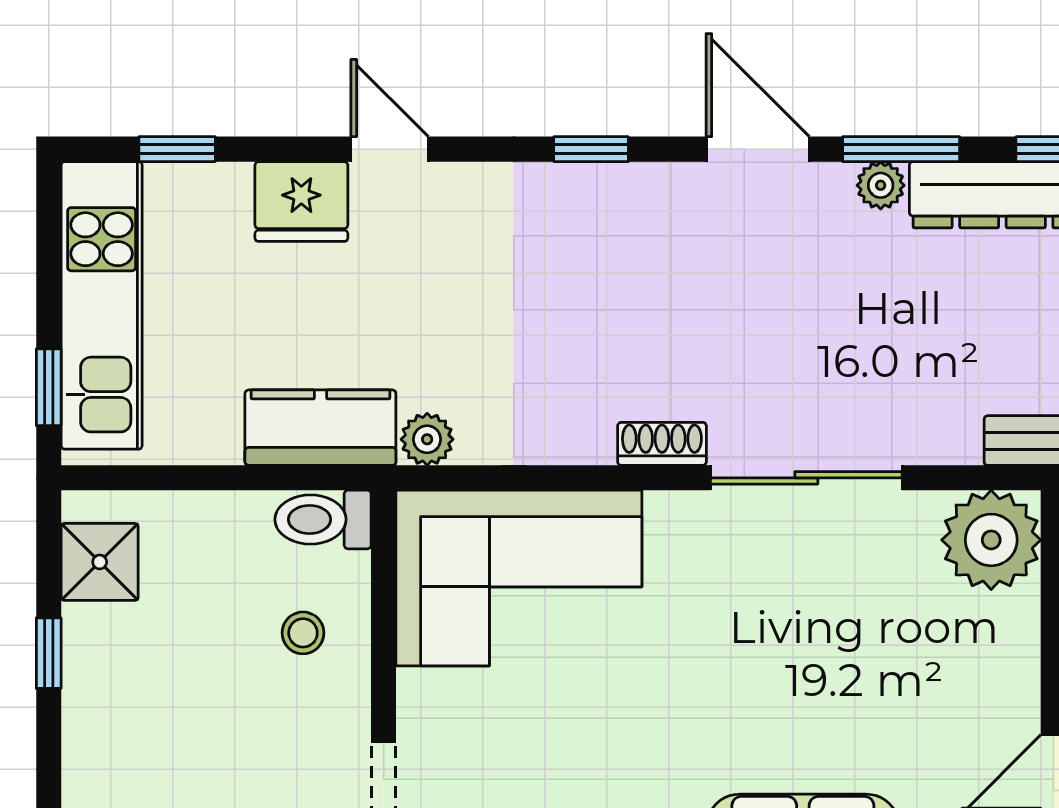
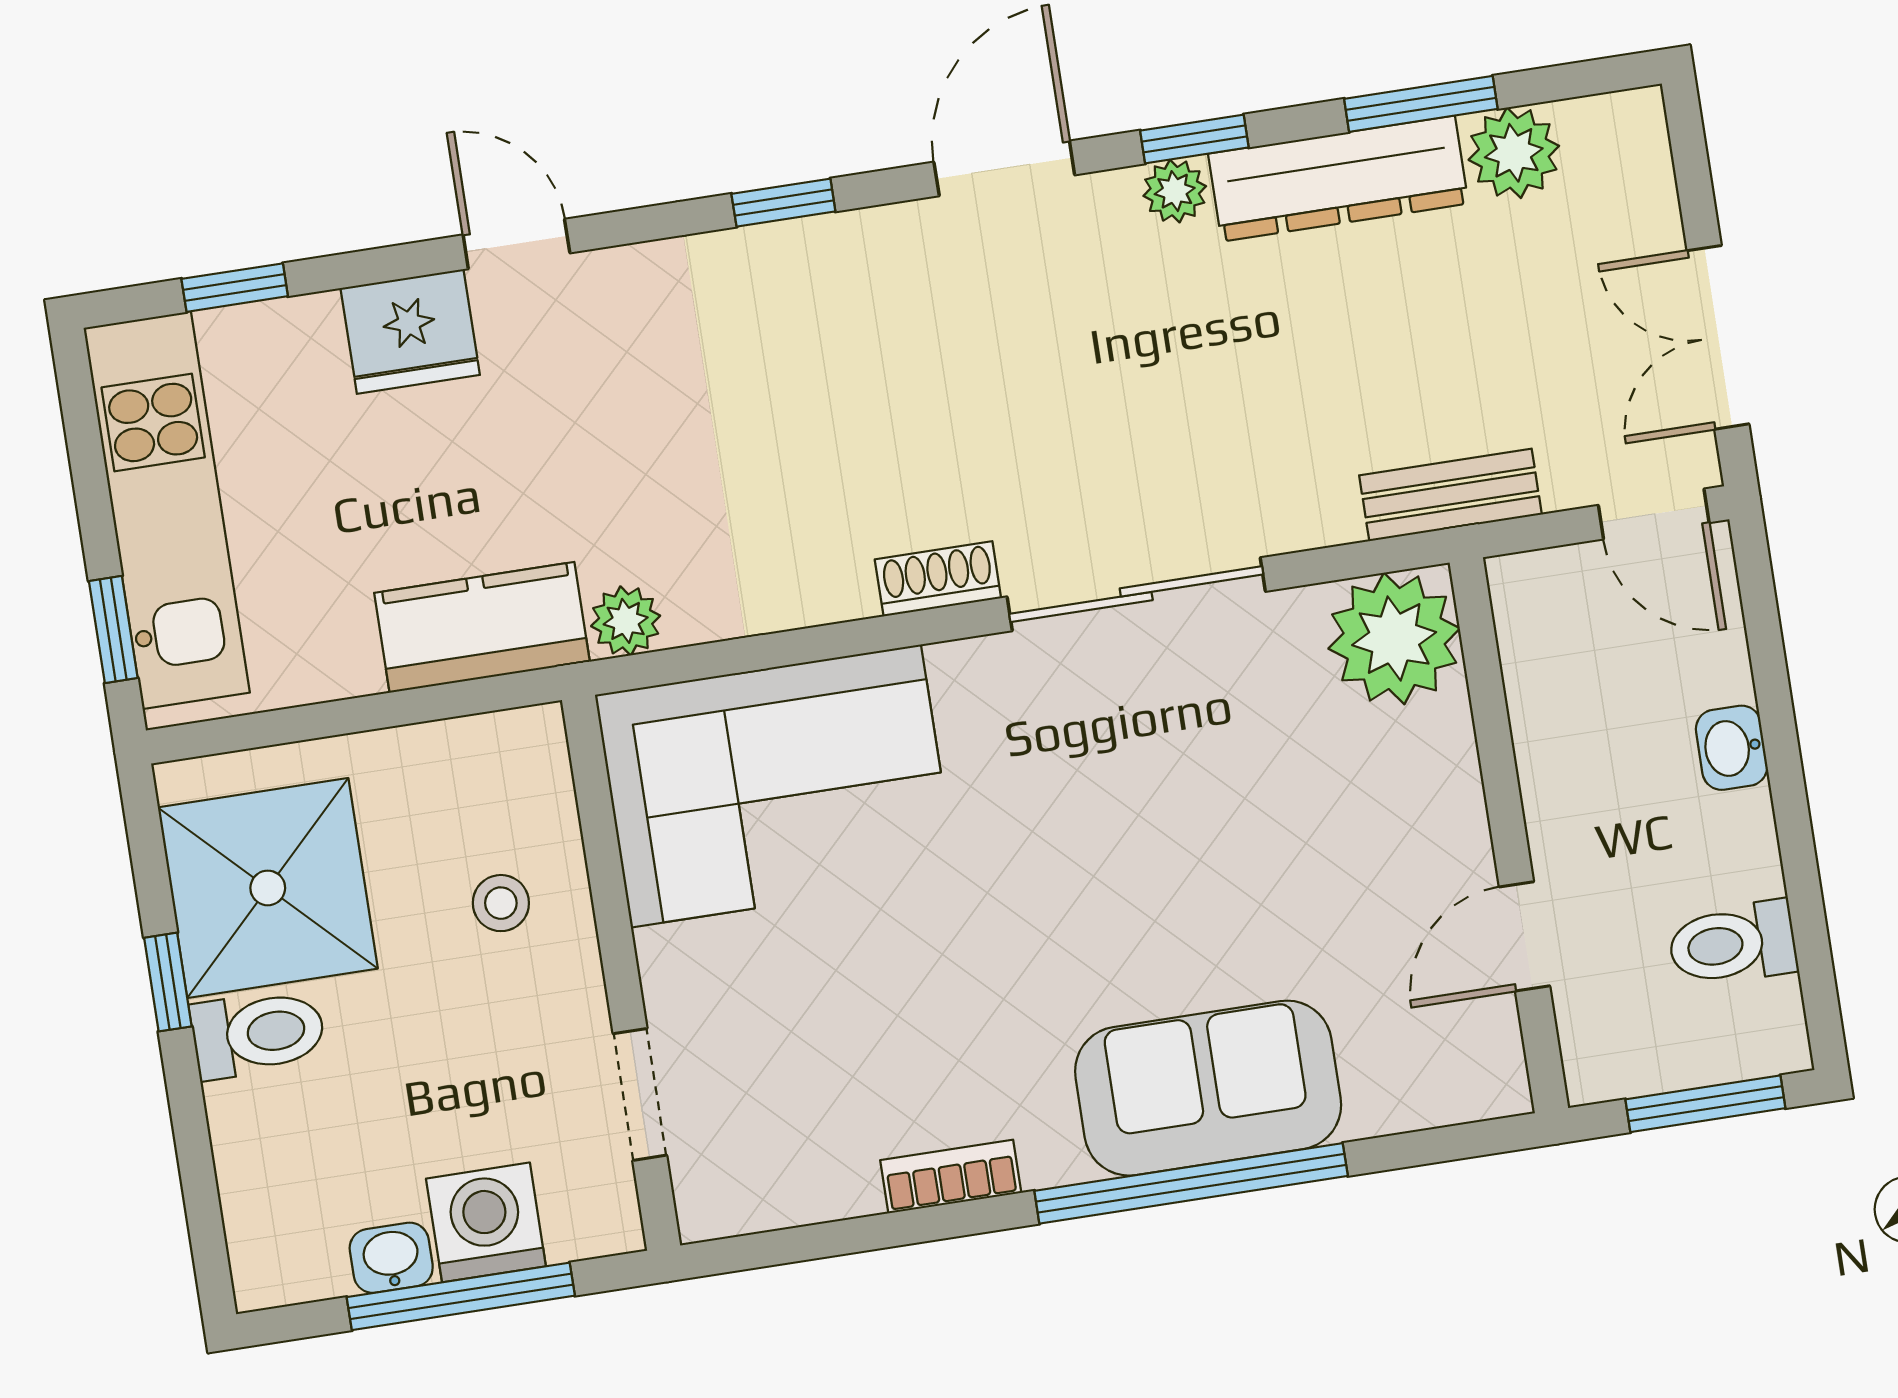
door: (758, 149) -> (1004, 168), hinge flipped
window: (901, 149) -> (1194, 139), width x0.67
toilet: (323, 519) -> (258, 1034), moved, turned 180
shower: (100, 562) -> (268, 888), width x1.86, depth x1.86

